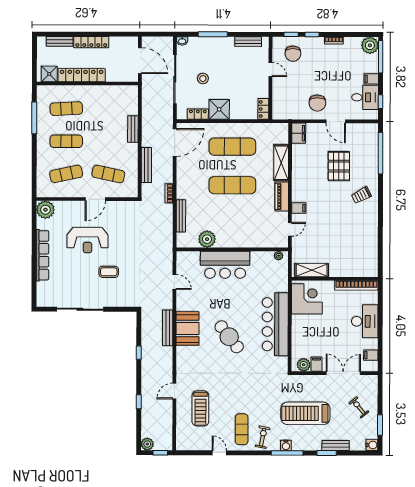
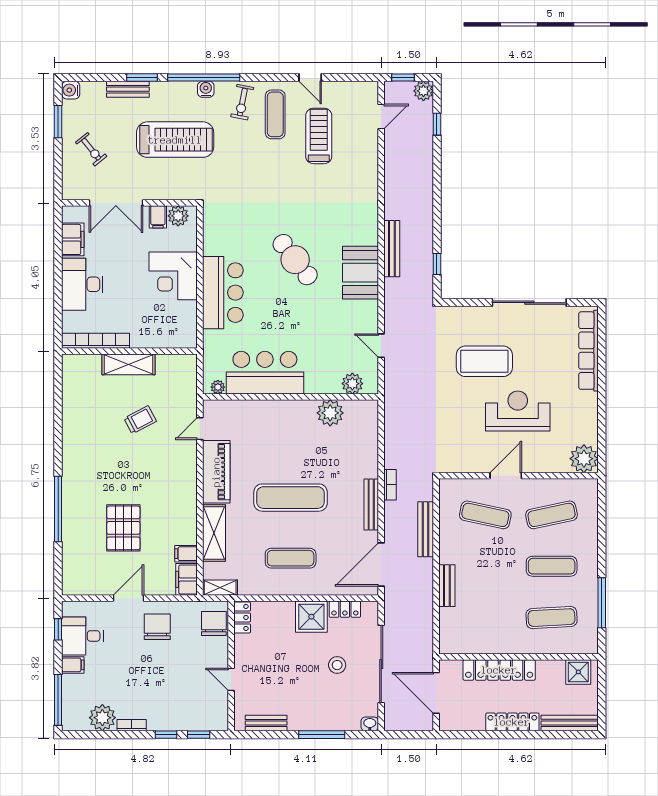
bench: (60, 41) -> (570, 723), width x1.36
plant: (370, 45) -> (102, 718), moved
chair: (293, 54) -> (214, 623), moved
locker: (82, 75) -> (499, 670), moved
door: (336, 121) -> (128, 598), hinge flipped
shelving: (277, 128) -> (220, 588), added
exercise mat: (232, 147) -> (291, 558), width x0.73, depth x0.69
window: (380, 153) -> (58, 509), moved
trolley: (361, 195) -> (140, 420), moved
piano: (282, 196) -> (216, 472), width x1.37, depth x1.33
filing cabinet: (299, 208) -> (186, 554), moved
bench: (181, 216) -> (371, 505), moved
row of seats: (42, 255) -> (588, 351), moved
plant: (193, 258) -> (352, 384), added
bar counter: (225, 265) -> (265, 373), moved
shelving: (312, 270) -> (128, 364), moved
coffee table: (109, 272) -> (484, 361), width x1.86, depth x1.72
corner desk: (307, 299) -> (173, 276), moved
bar counter: (275, 324) -> (223, 293), width x0.73
bench: (168, 328) -> (392, 249), moved
window: (139, 353) -> (437, 264), moved
filing cabinet: (371, 355) -> (73, 239), width x2.00
door: (174, 391) -> (381, 117), moved
window: (139, 402) -> (437, 124), moved
treadmill: (200, 408) -> (319, 136), moved
window: (287, 453) -> (204, 77), width x1.46

